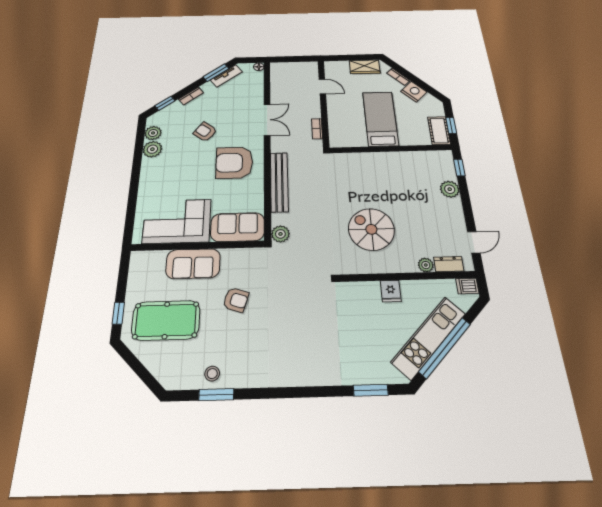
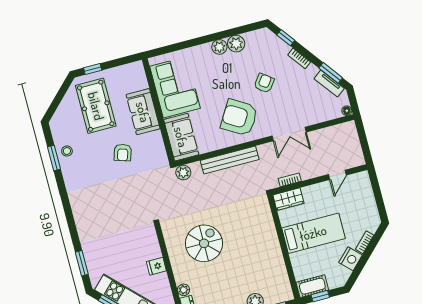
wardrobe: (365, 67) -> (288, 199), moved, turned -90
plant: (153, 133) -> (219, 47), moved
armchair: (234, 163) -> (239, 117), turned -59

